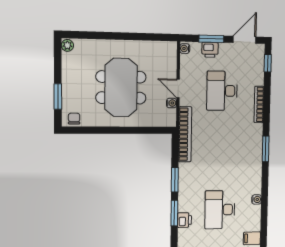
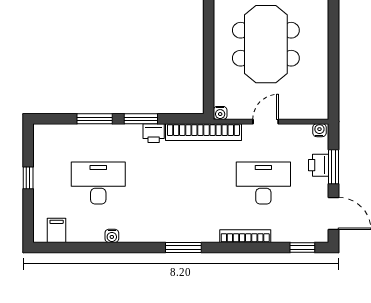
meeting table: (121, 87) -> (266, 44), turned 90
water cooler: (172, 103) -> (220, 113), moved
printer: (184, 220) -> (154, 133), moved

